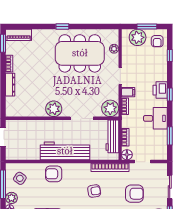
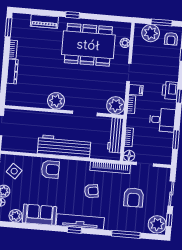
piano: (19, 35) -> (44, 21), moved
armchair: (54, 174) -> (50, 169), turned 180
armchair: (134, 194) -> (134, 197), turned 90

